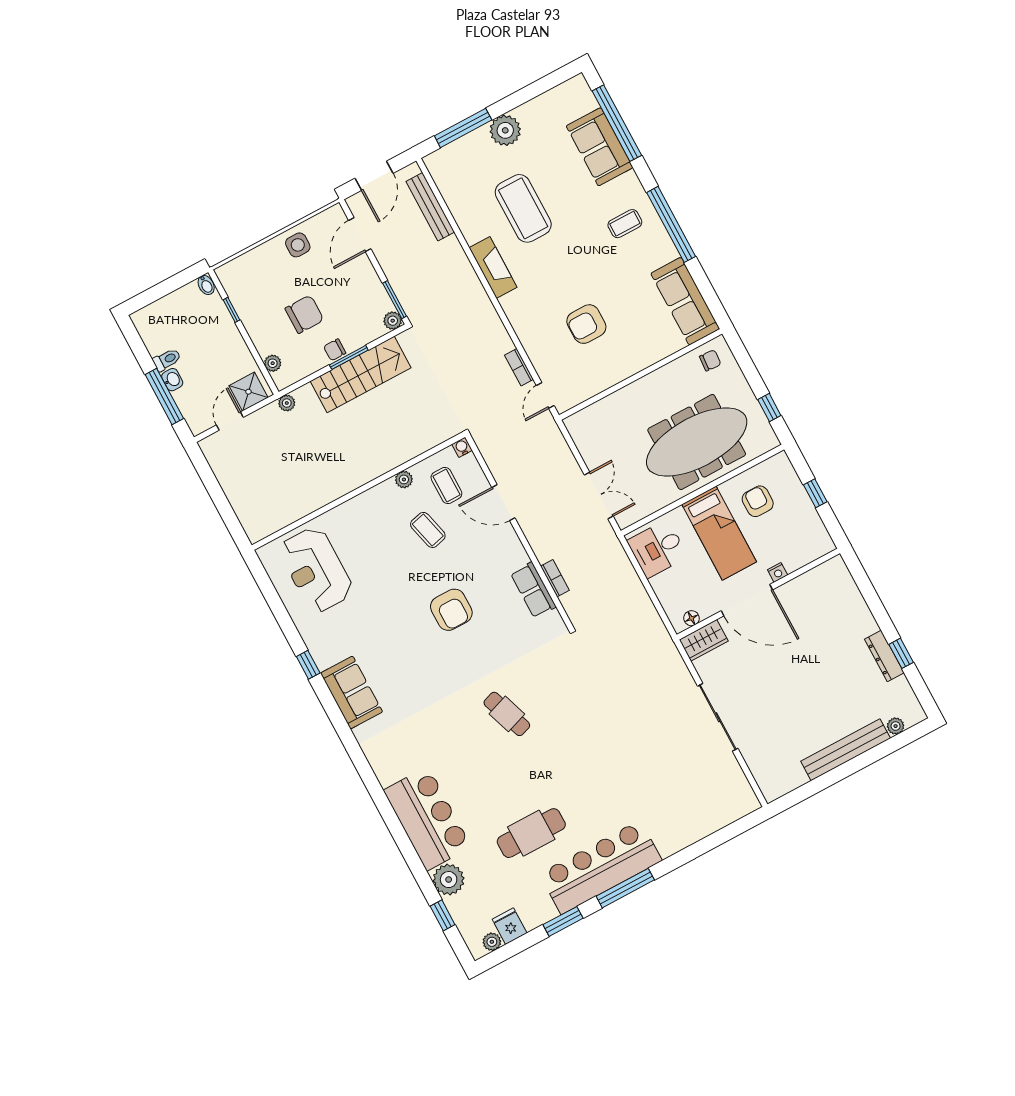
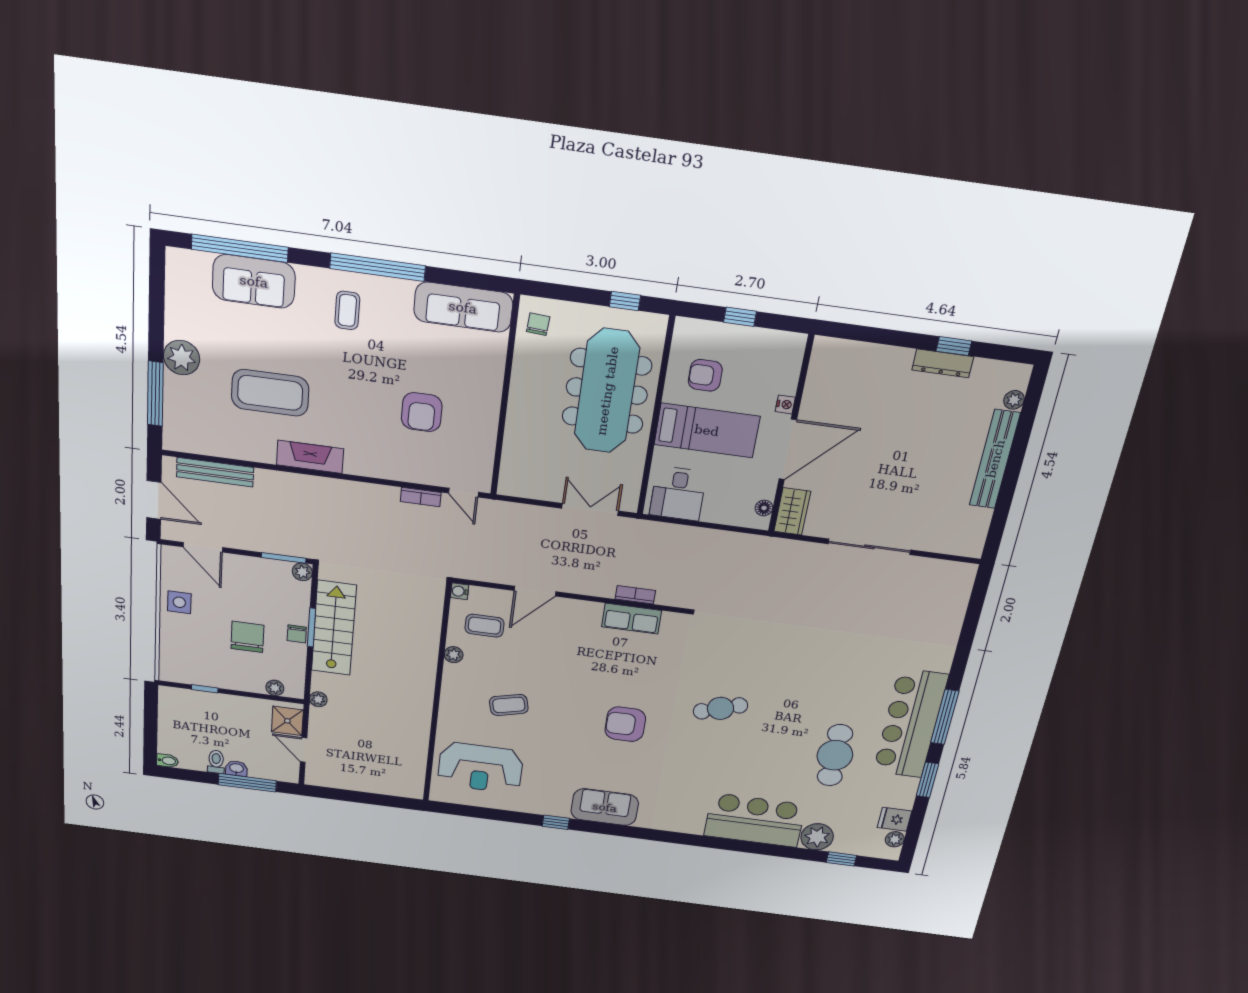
bidet: (206, 285) -> (167, 761), moved
coffee table: (428, 530) -> (509, 705), moved
armchair: (451, 610) -> (625, 724), moved, turned 180

